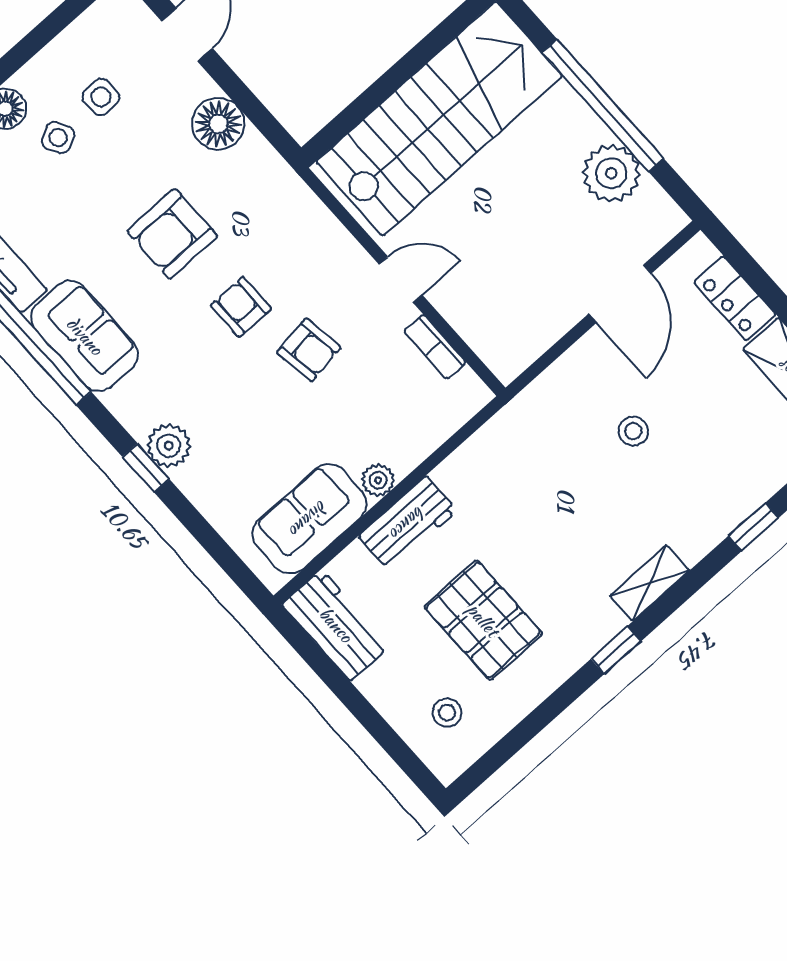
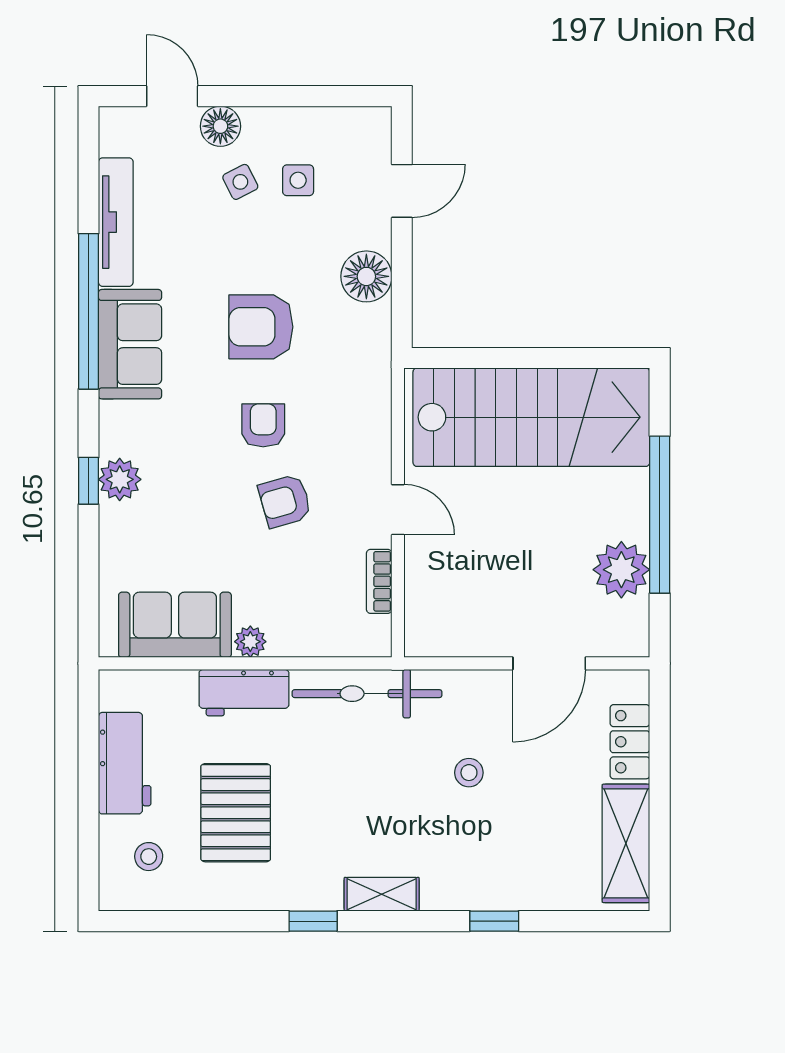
armchair: (309, 350) -> (285, 501), turned 82
bicycle: (502, 440) -> (367, 694), added
workbench: (336, 625) -> (125, 763), moved

